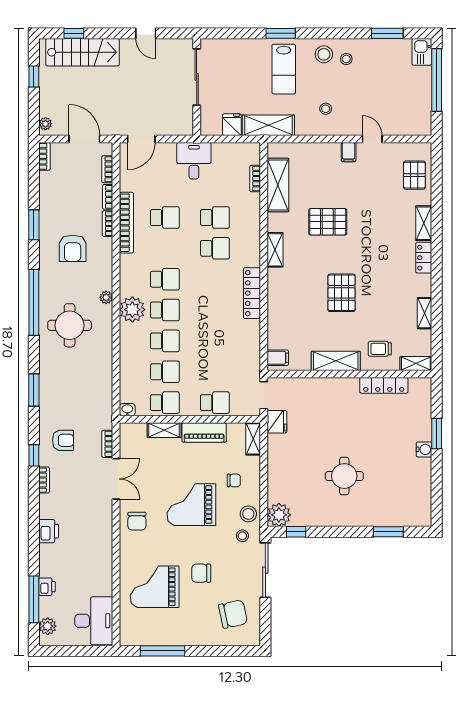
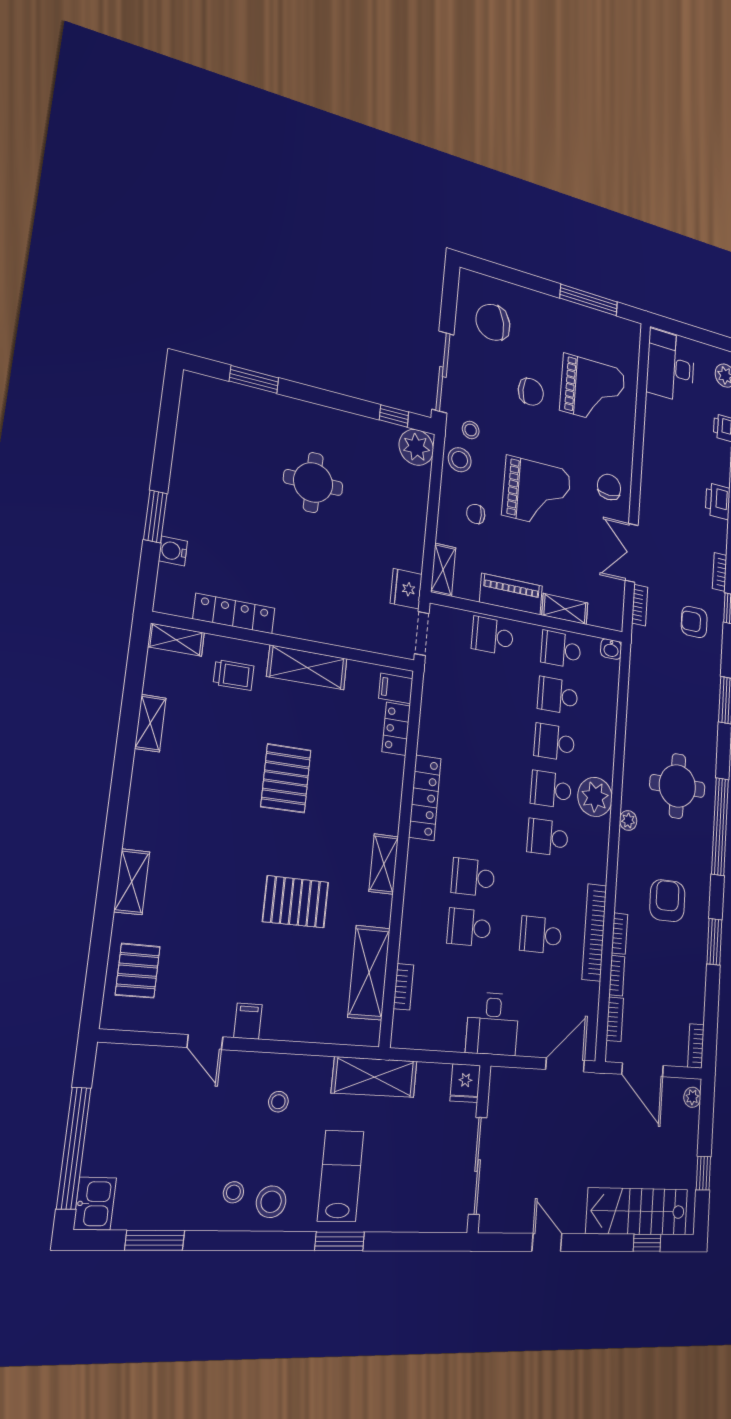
fridge: (232, 125) -> (465, 1083), moved
locker: (424, 258) -> (396, 729), moved, turned 180
water cooler: (424, 449) -> (173, 551), moved

